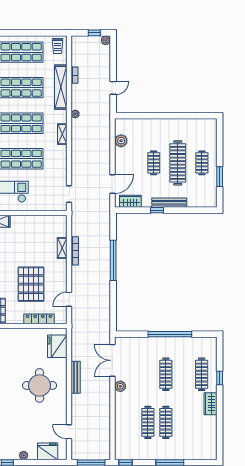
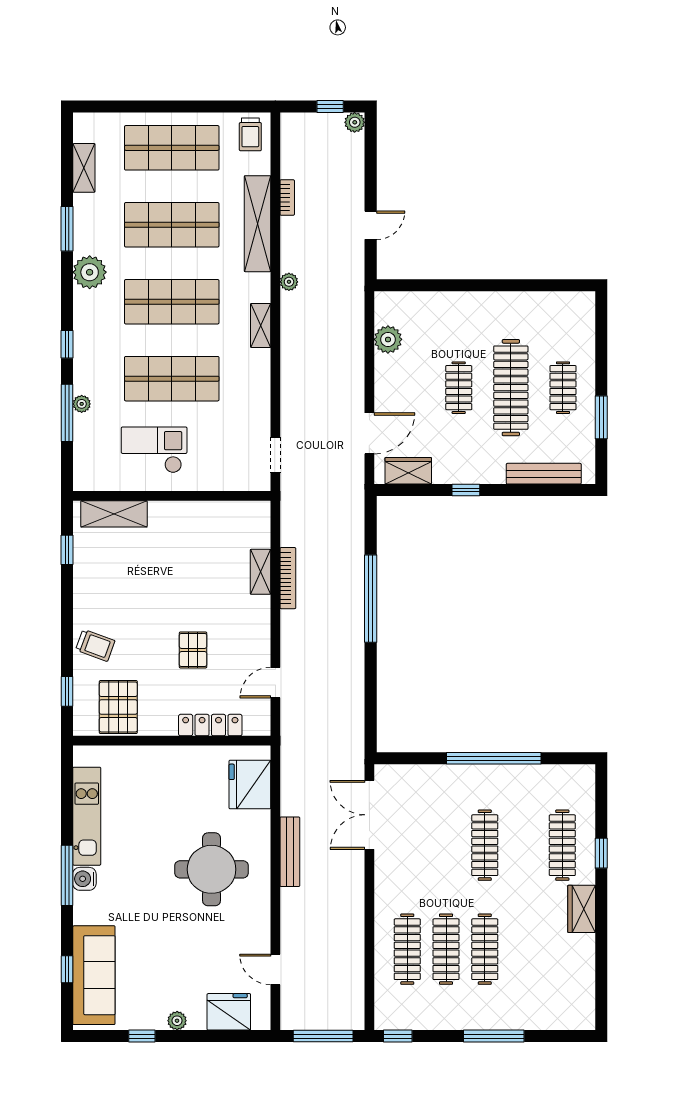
bench: (169, 203) -> (544, 474), moved
pallet: (31, 284) -> (193, 650), width x0.49, depth x0.50
plant: (120, 386) -> (386, 871), removed
clothes rail: (130, 422) -> (407, 949), added

